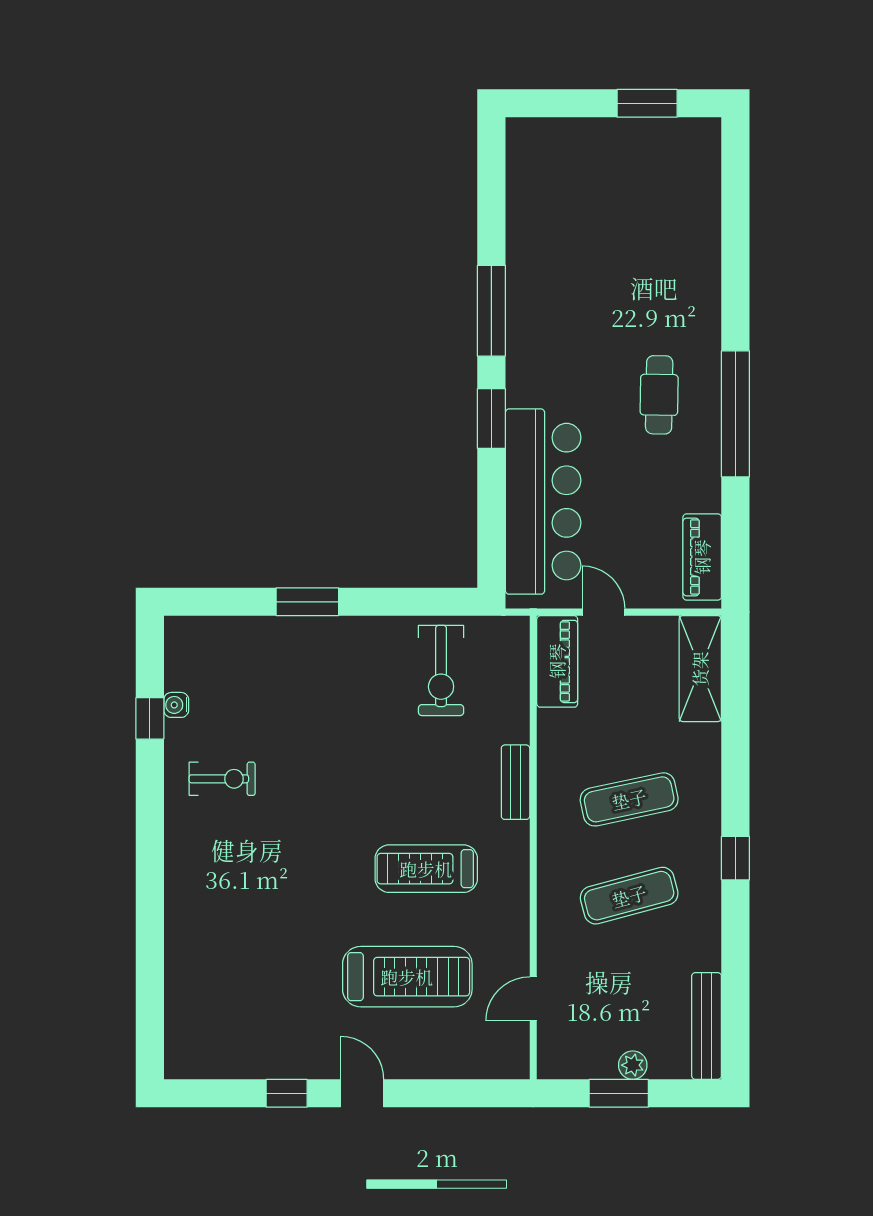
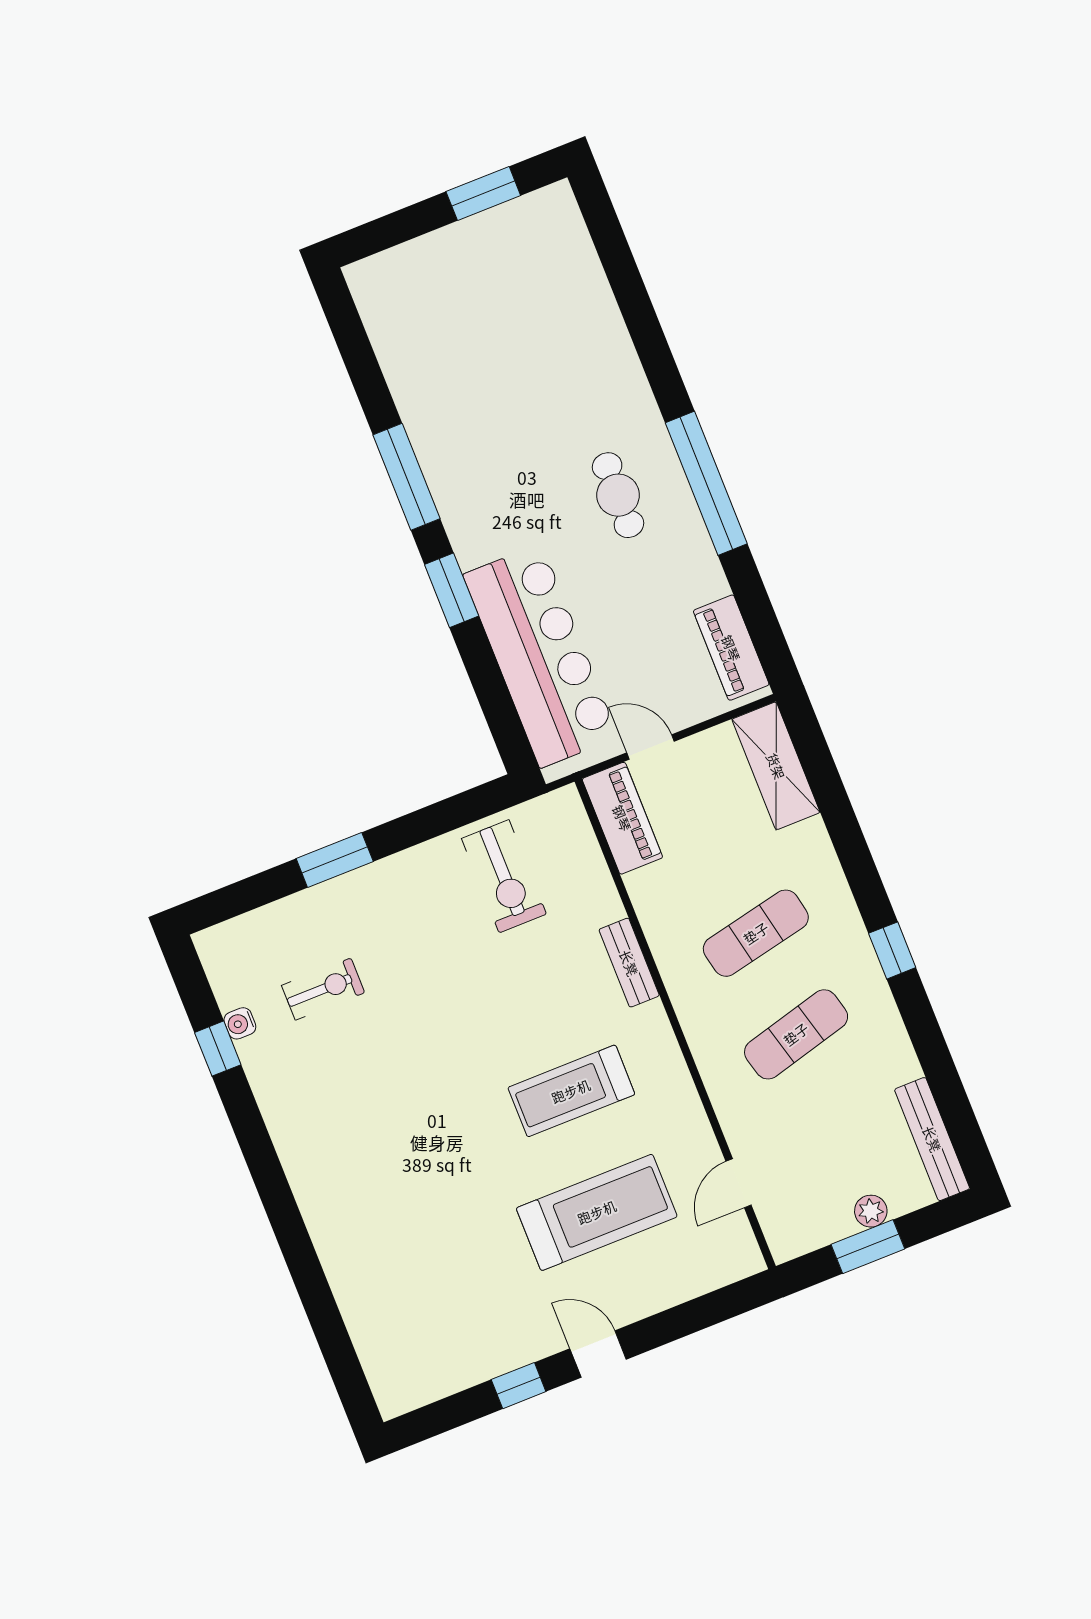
exercise bike: (222, 779) -> (323, 989), moved

